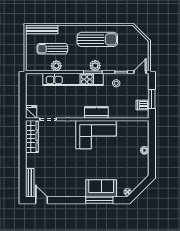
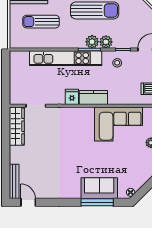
plant: (56, 66) -> (106, 42), moved
fridge: (31, 112) -> (72, 97), moved
corner sofa: (96, 135) -> (119, 124), moved

